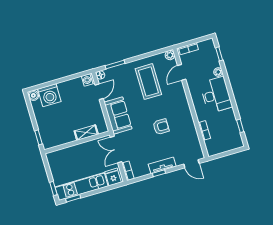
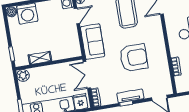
armchair: (161, 127) -> (134, 58), width x1.88, depth x1.88
shelving: (86, 133) -> (40, 58), moved
plant: (53, 158) -> (23, 75), added

